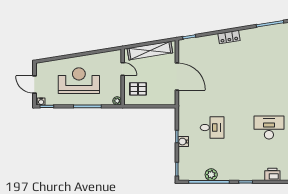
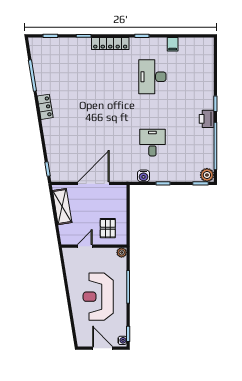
locker: (229, 37) -> (45, 107), moved
shelving: (150, 51) -> (62, 207), width x0.68
door: (34, 84) -> (103, 348), swing flipped
water cooler: (183, 142) -> (144, 176), moved
printer: (272, 174) -> (207, 119), moved
plant: (211, 175) -> (207, 175), moved

